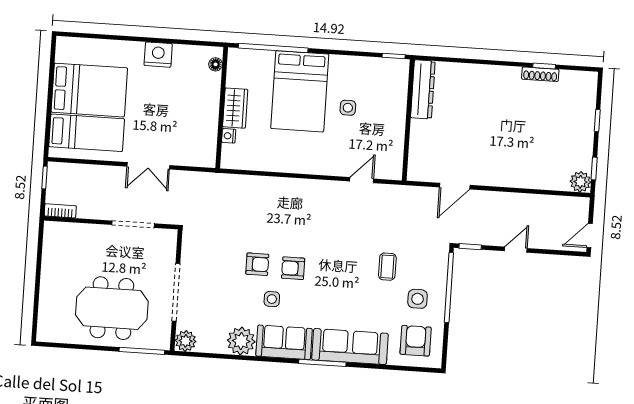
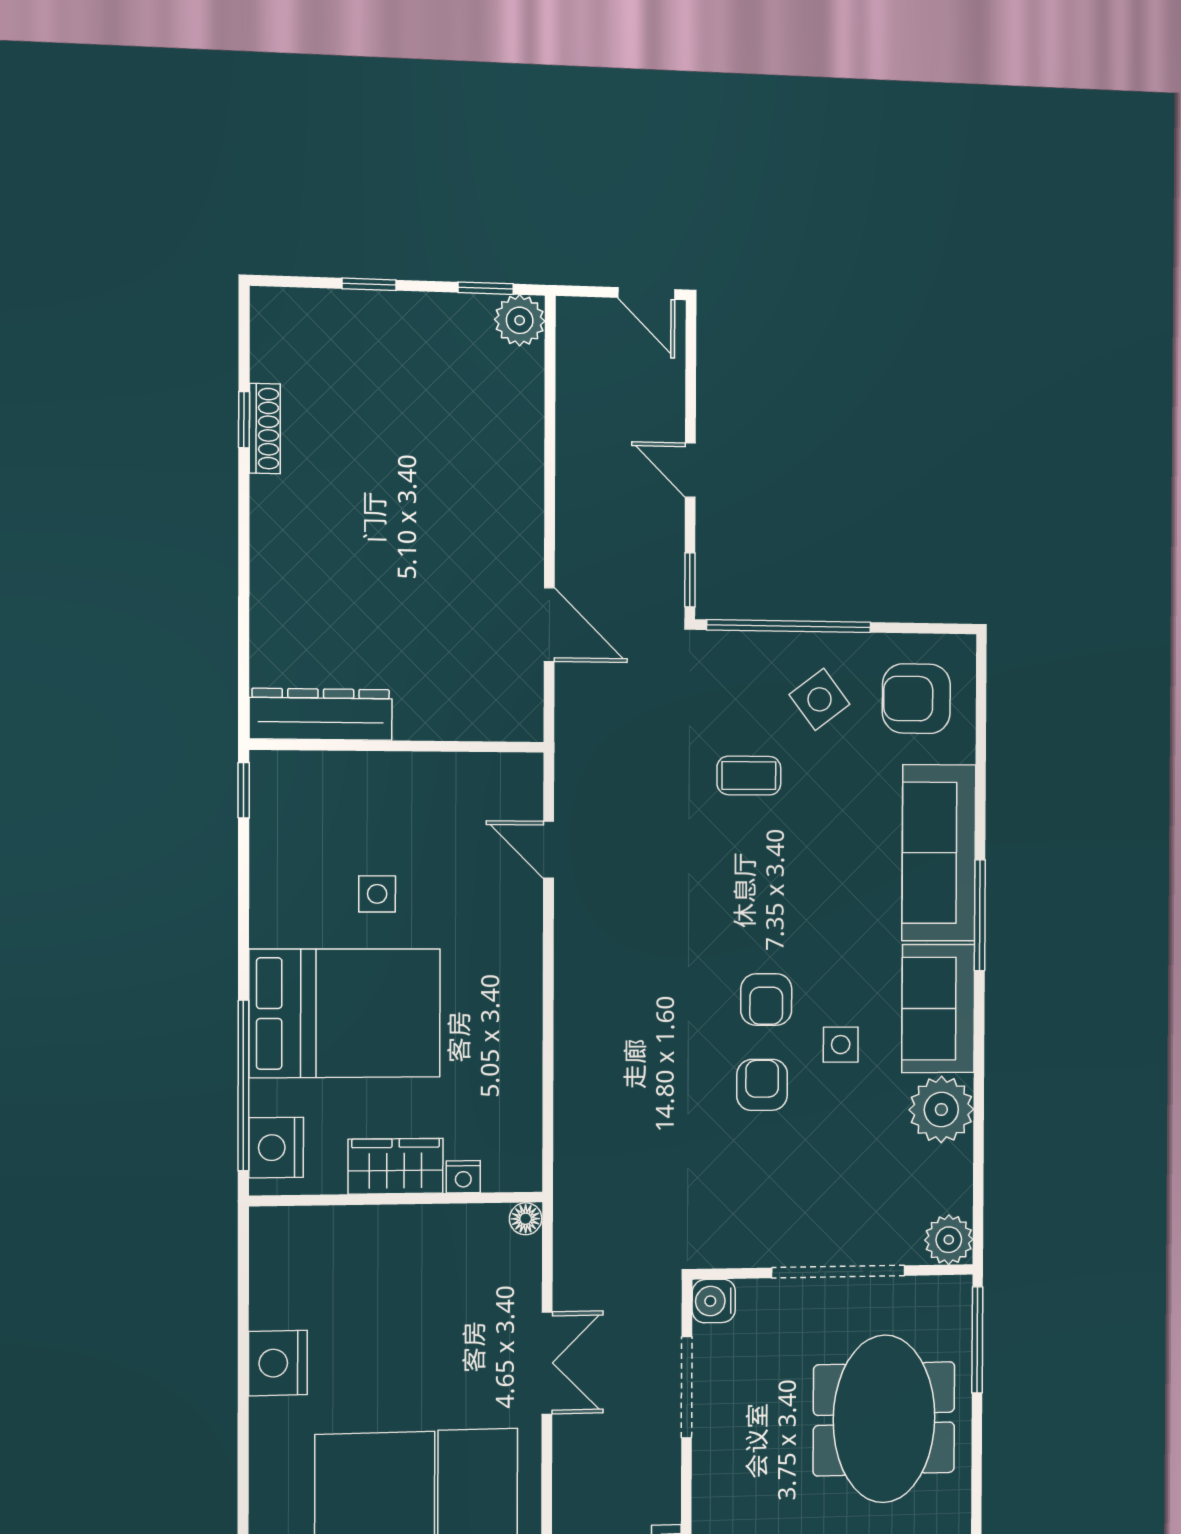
nightstand: (247, 60) -> (276, 1148), added
floor lamp: (216, 64) -> (526, 1219), moved
water cooler: (168, 238) -> (714, 1301), added
side table: (418, 299) -> (820, 699), turned -37

